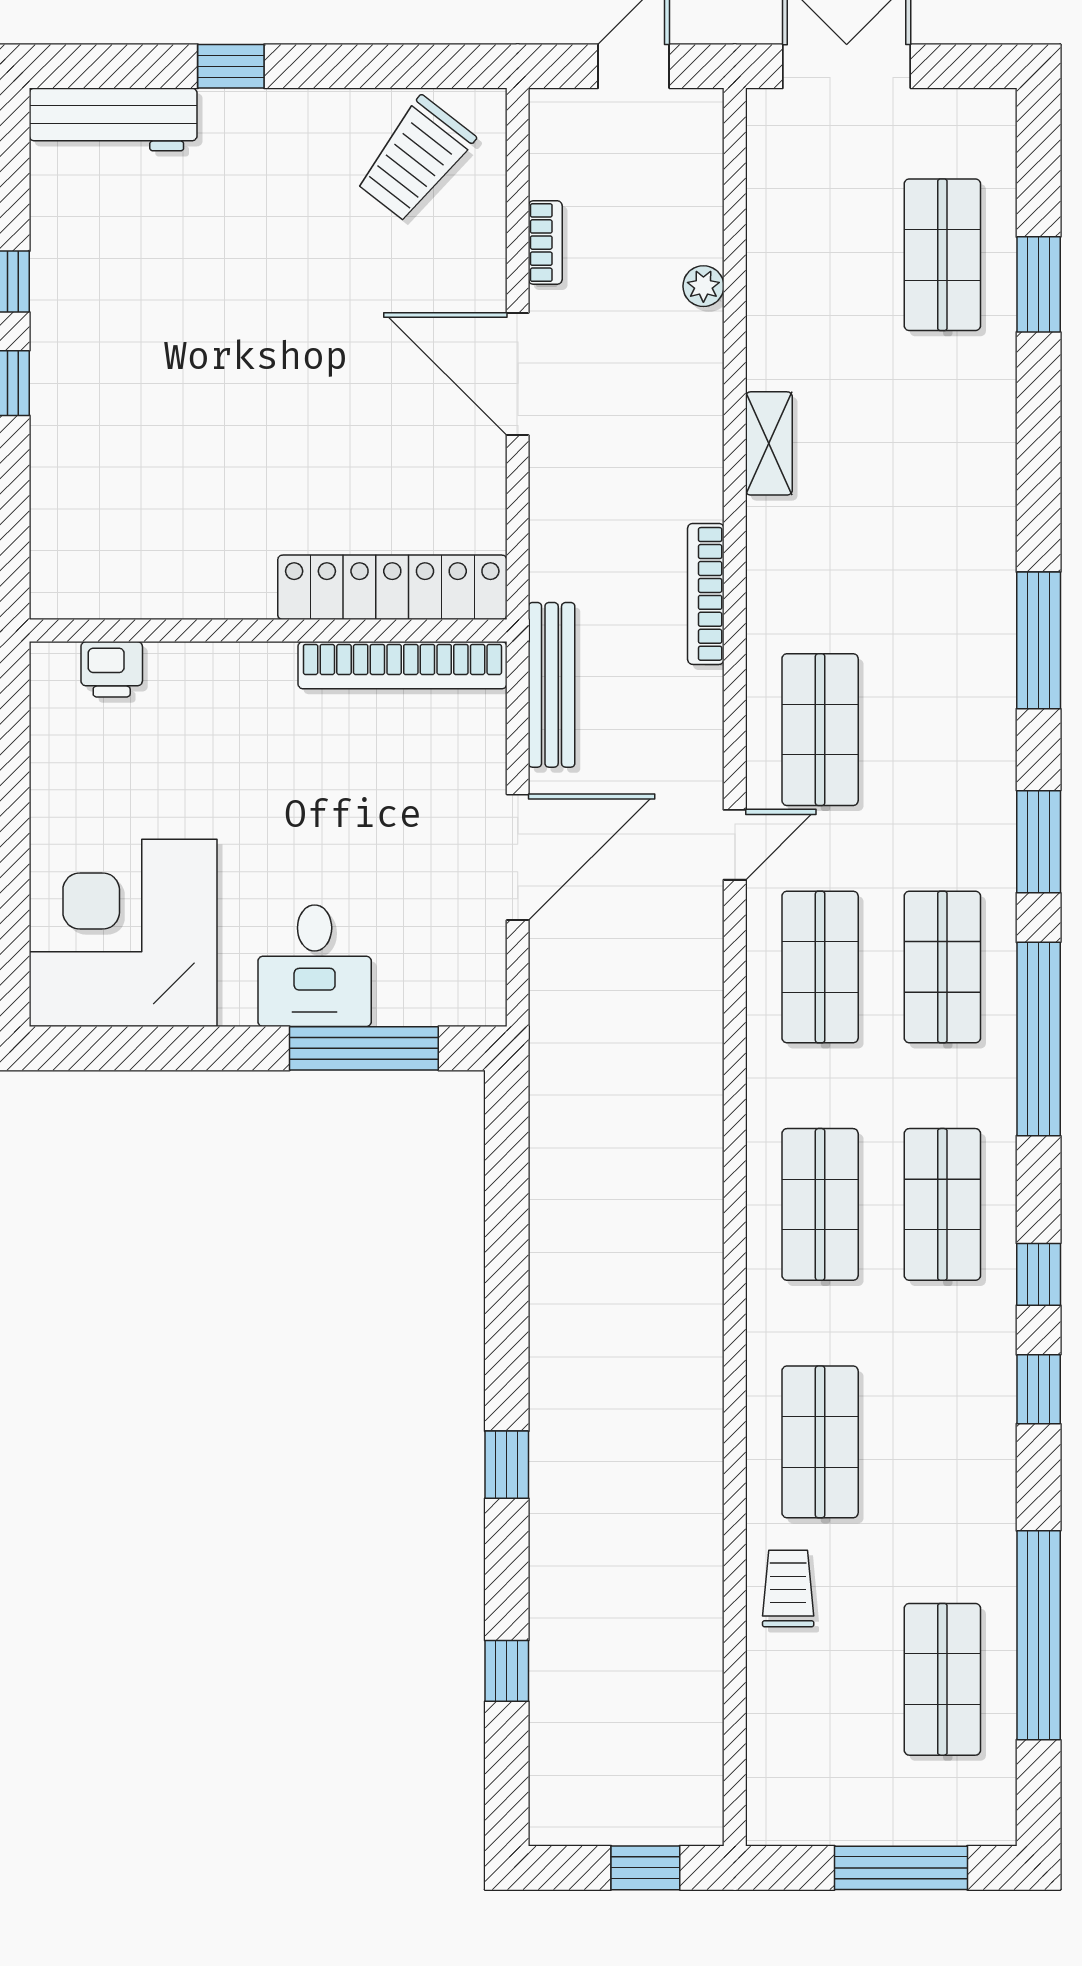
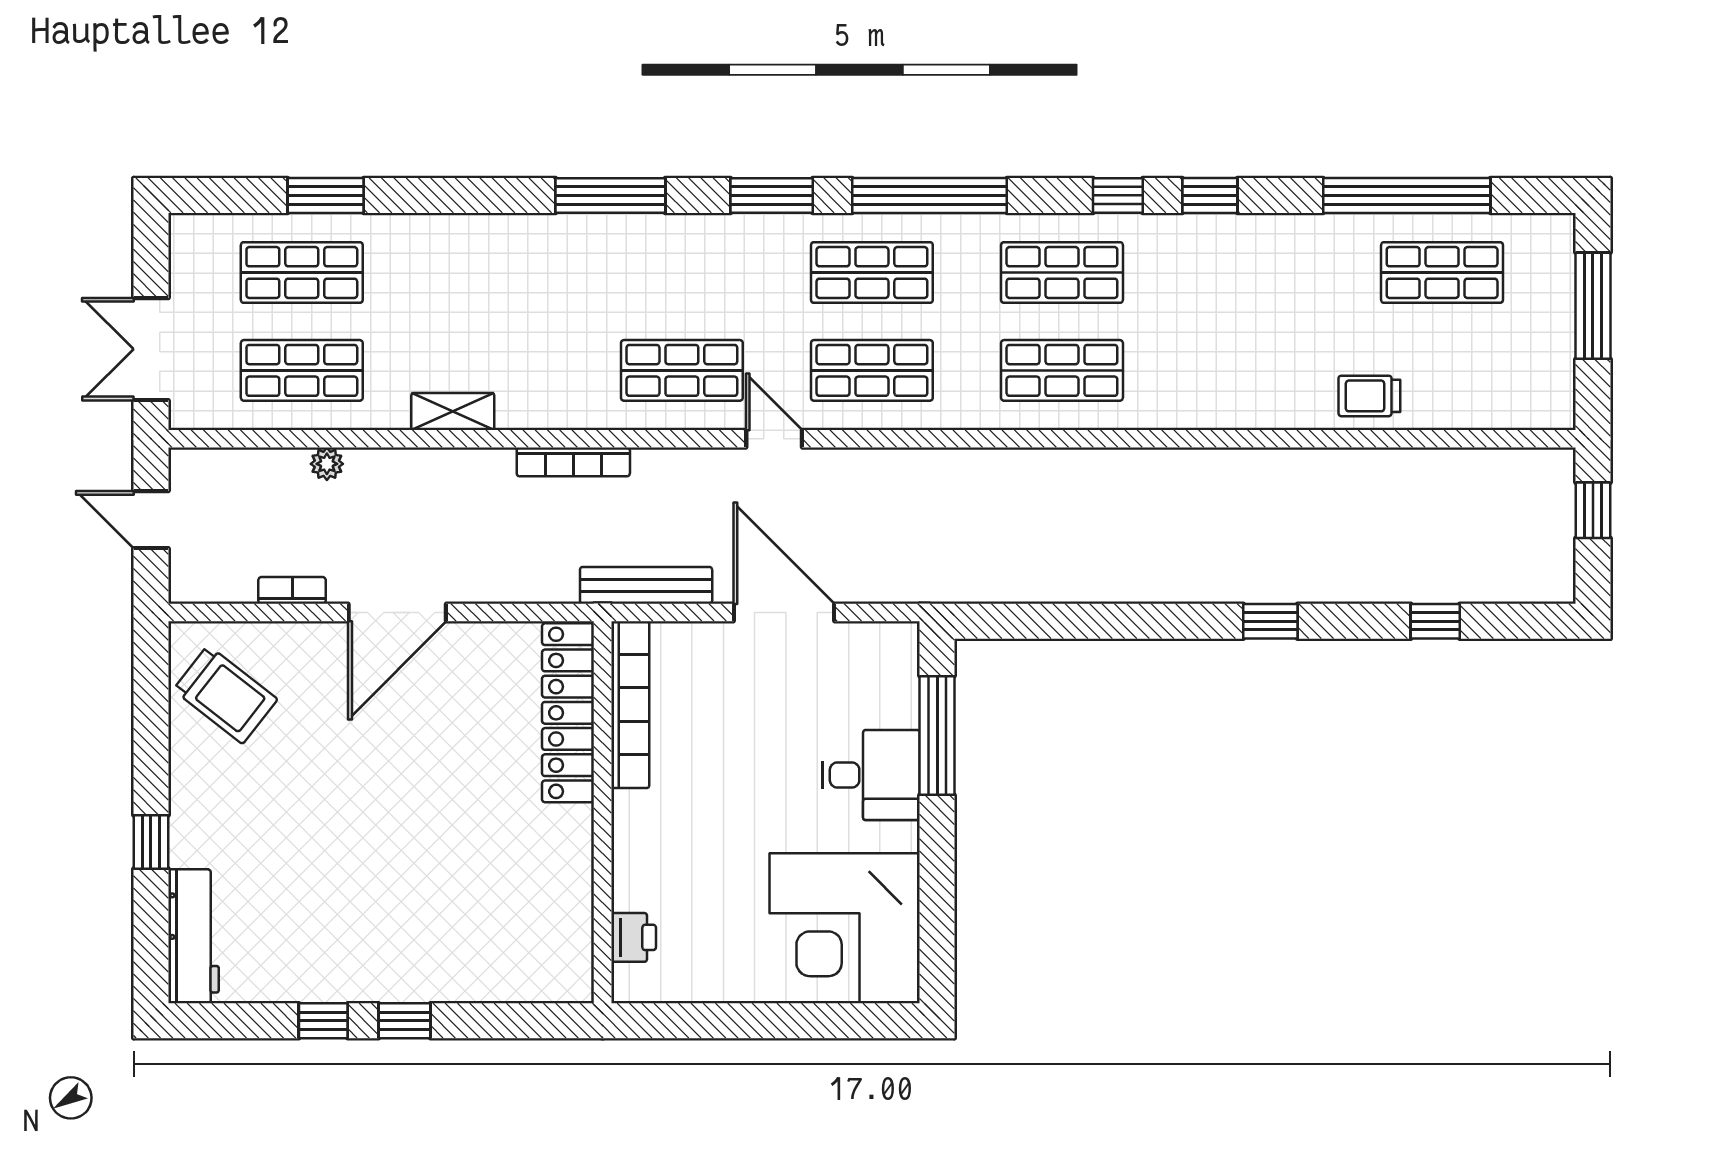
shop shelf: (820, 1442) -> (302, 370), moved

